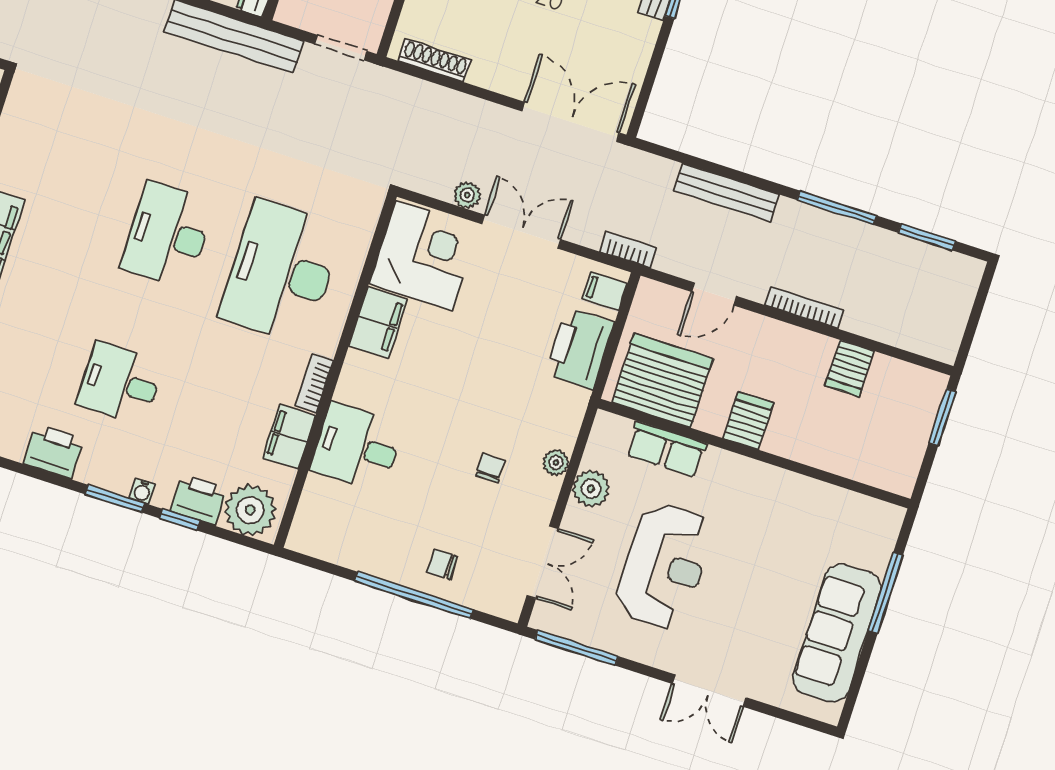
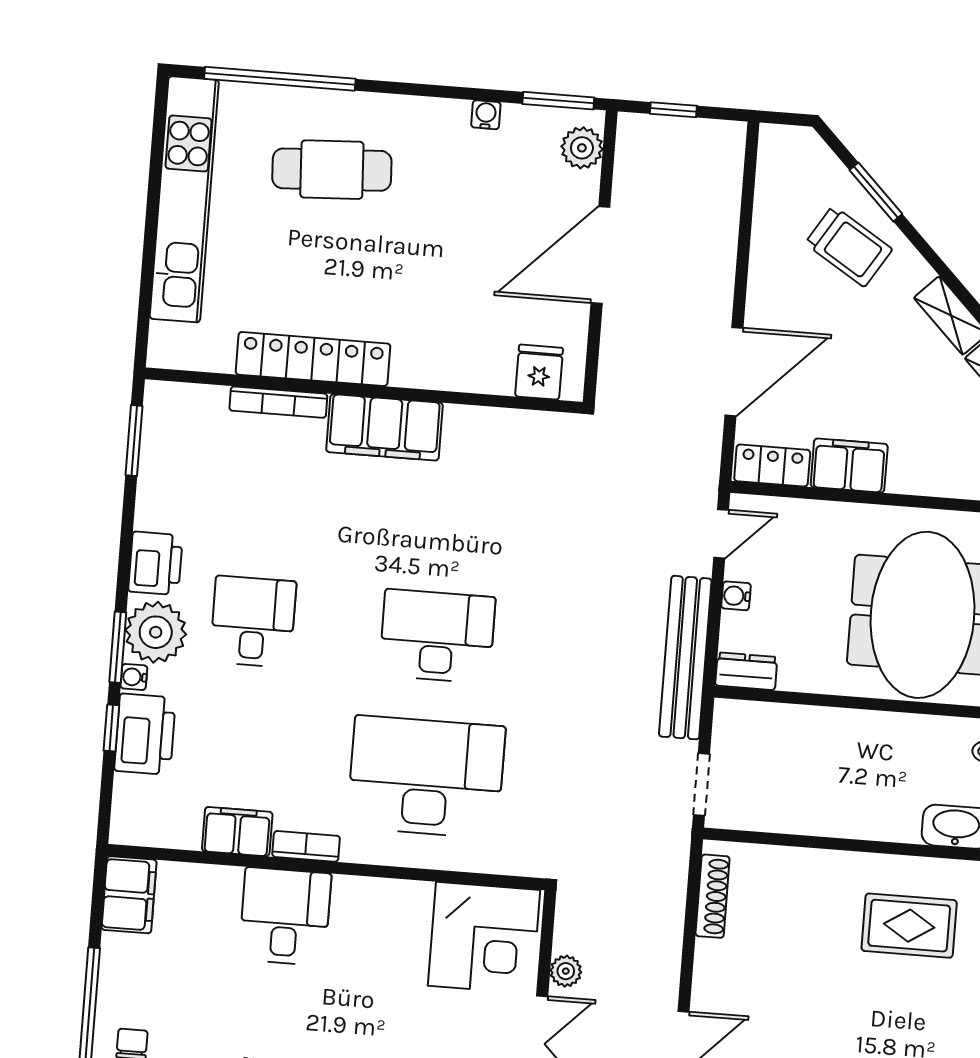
filing cabinet: (378, 322) -> (129, 895), moved, turned -90
desk: (357, 447) -> (285, 916), moved
printer: (199, 500) -> (145, 734), width x1.37, depth x1.19
plant: (250, 510) -> (156, 632), moved

